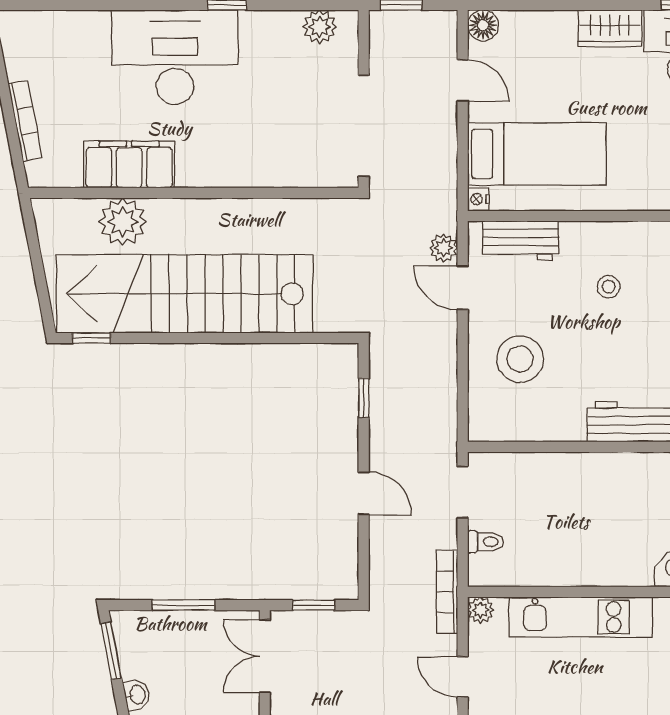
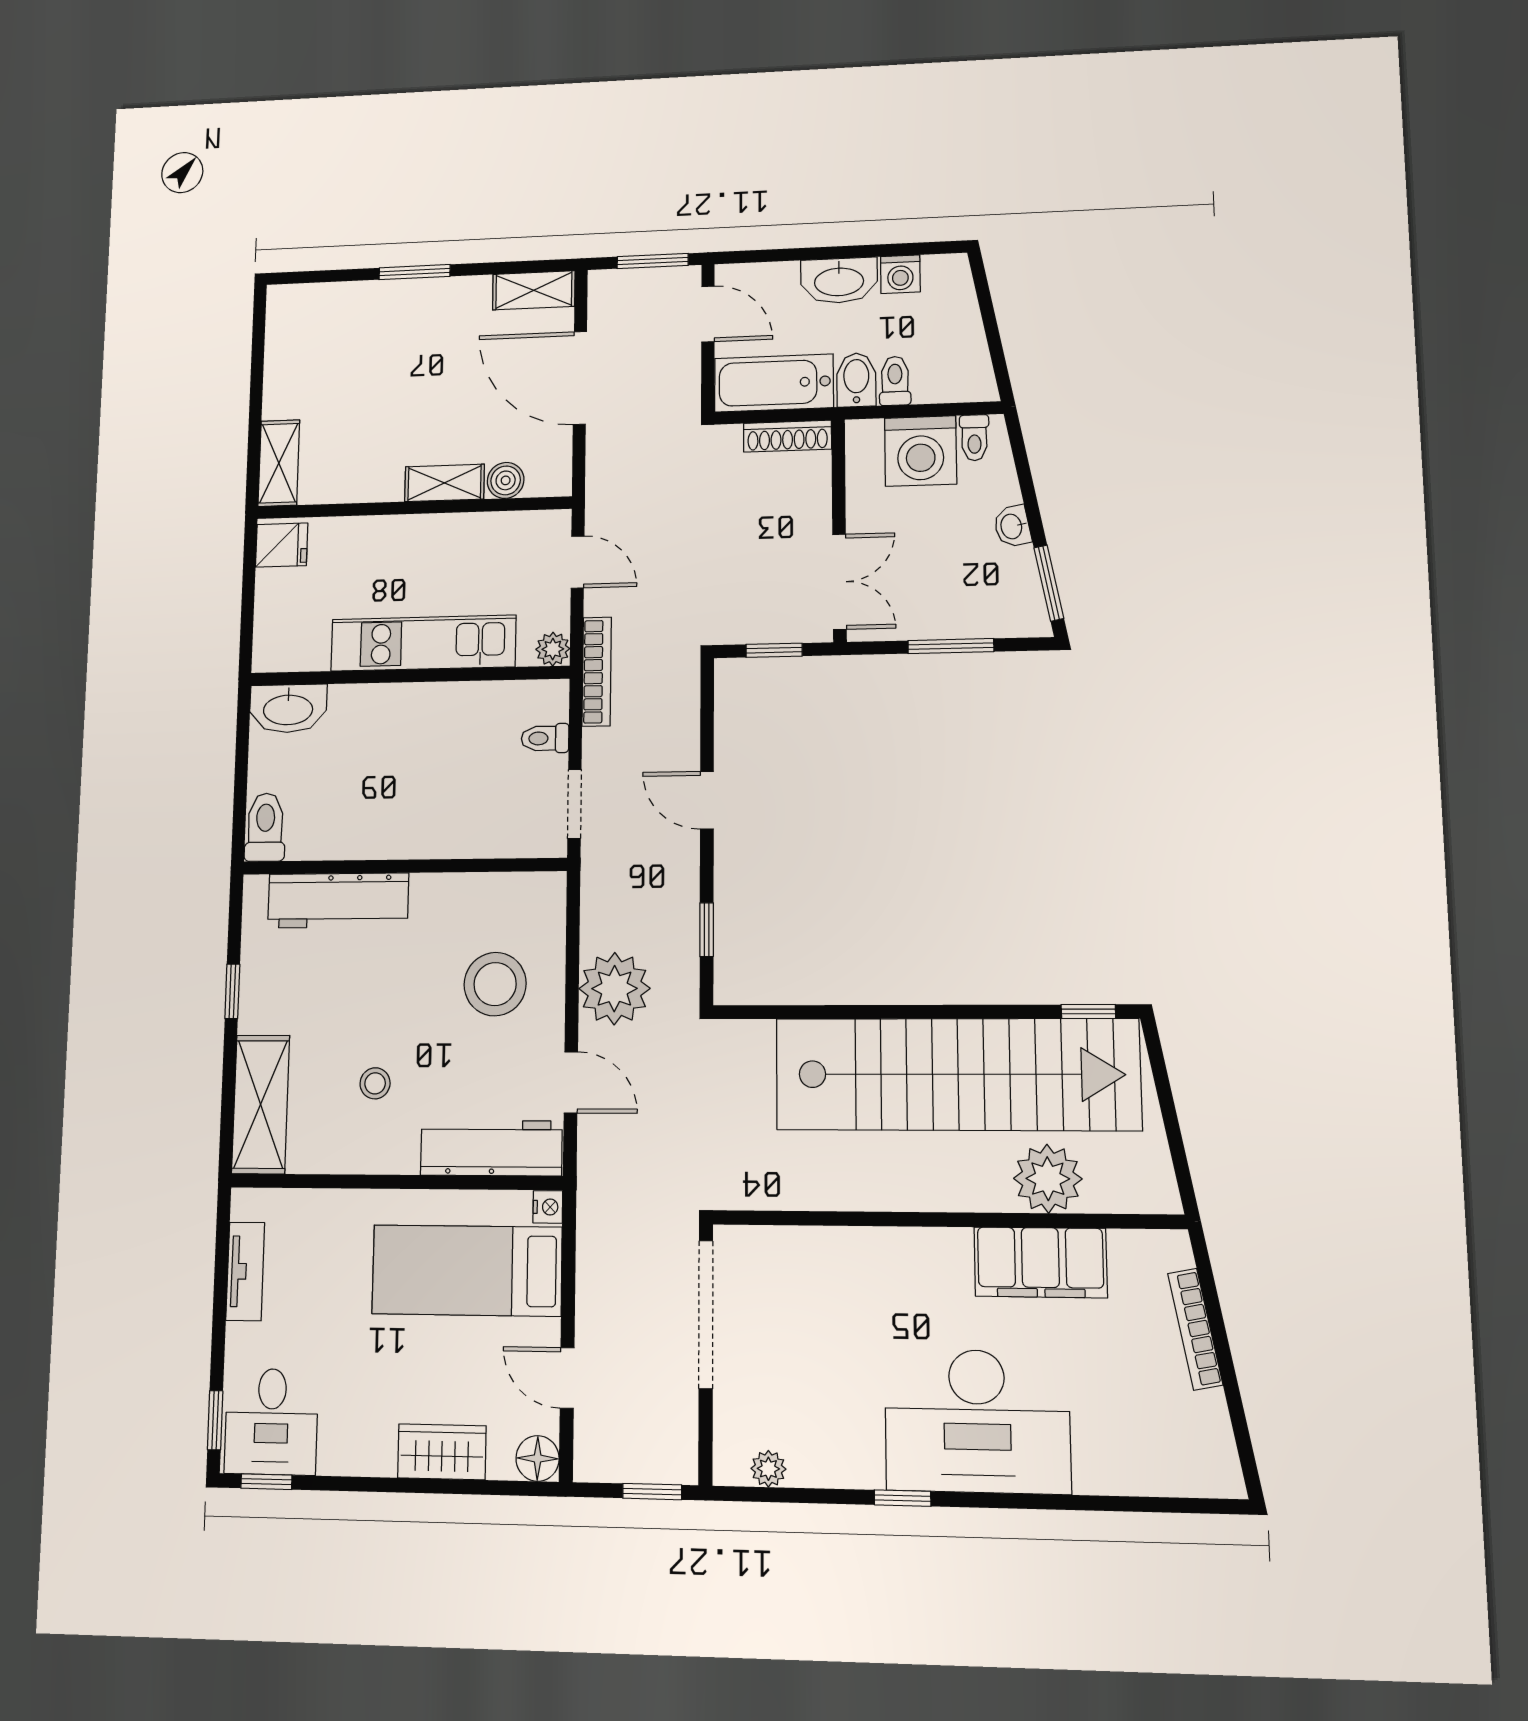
plant: (320, 27) -> (768, 1469), width x0.73, depth x0.73
wardrobe: (610, 28) -> (442, 1452), moved
workbench: (521, 241) -> (491, 1148), width x1.38
plant: (444, 248) -> (614, 989), moved, width x1.87, depth x1.87

